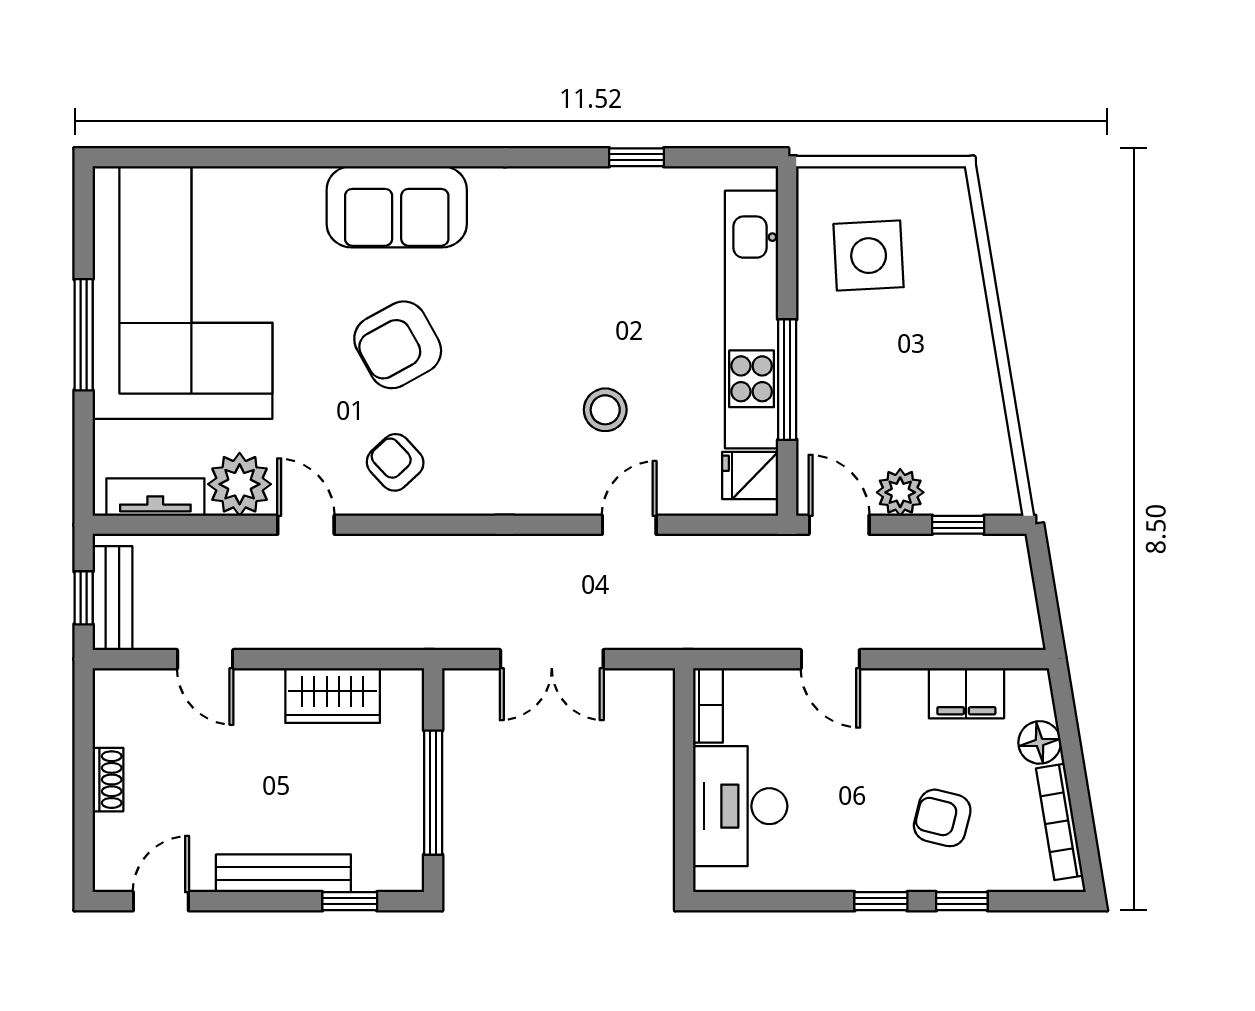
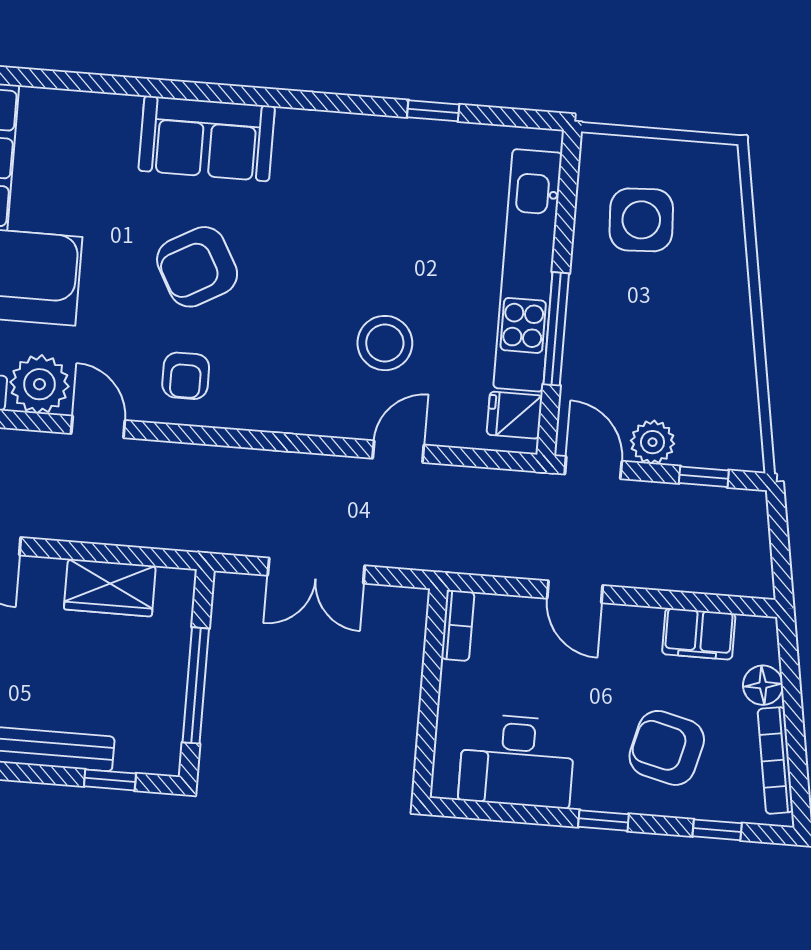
stool: (605, 410) -> (385, 343), width x1.38, depth x1.38
armchair: (395, 462) -> (186, 376), turned -137
desk: (740, 806) -> (517, 761), moved, turned -90
armchair: (942, 818) -> (667, 748), width x1.38, depth x1.38
window: (962, 901) -> (717, 830), moved

